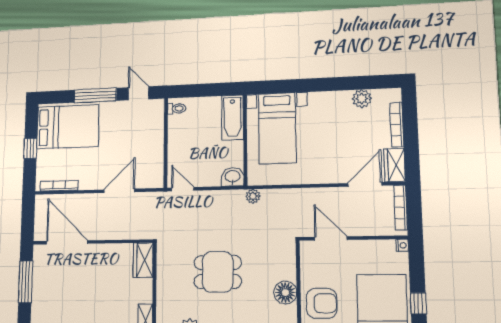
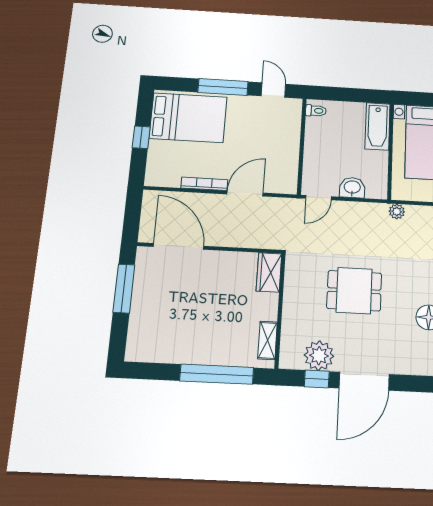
washbasin: (233, 177) -> (352, 188), moved
bookcase: (59, 186) -> (204, 184), moved
door: (183, 189) -> (319, 198), swing flipped

